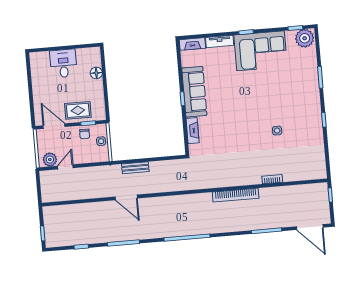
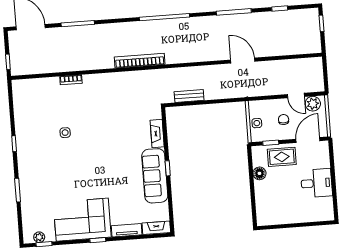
plant: (305, 38) -> (39, 237), width x0.53, depth x0.53
desk: (63, 63) -> (317, 183), moved, turned -90
floor lamp: (96, 73) -> (259, 173), moved
door: (54, 126) -> (308, 140), swing flipped
chair: (85, 134) -> (284, 120), moved
door: (65, 167) -> (296, 95), hinge flipped
bench: (135, 168) -> (189, 96), moved
bookcase: (236, 195) -> (140, 61), moved
door: (126, 197) -> (243, 61), moved

